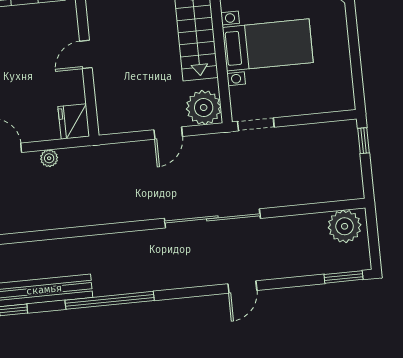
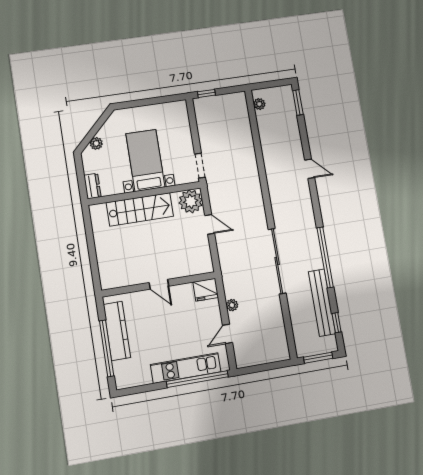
sliding door: (212, 218) -> (277, 261), moved
plant: (345, 226) -> (259, 104), width x0.53, depth x0.53

